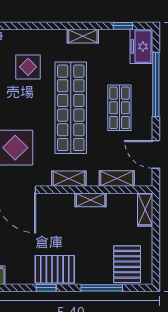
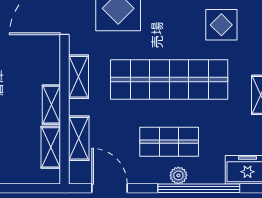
plant: (146, 101) -> (178, 175), added
door: (156, 154) -> (110, 188), hinge flipped
shelving: (145, 209) -> (51, 147), moved, turned 90

